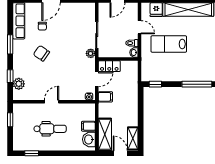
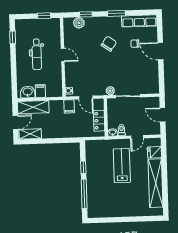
locker: (109, 66) -> (99, 121), moved
window: (155, 84) -> (83, 167), moved

